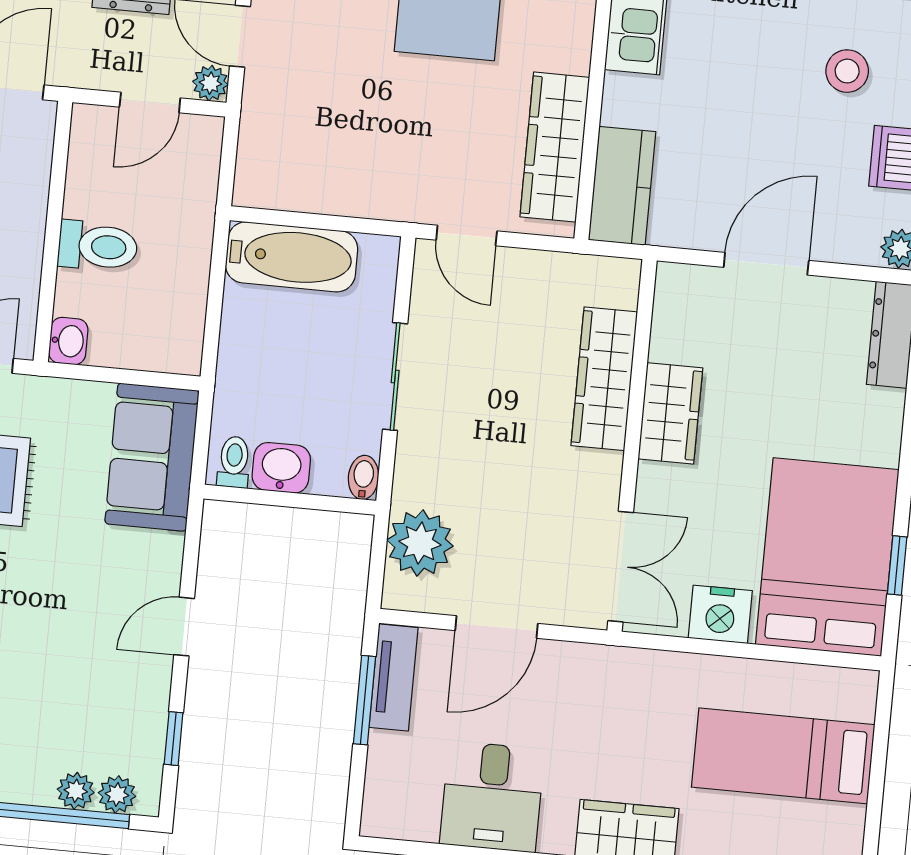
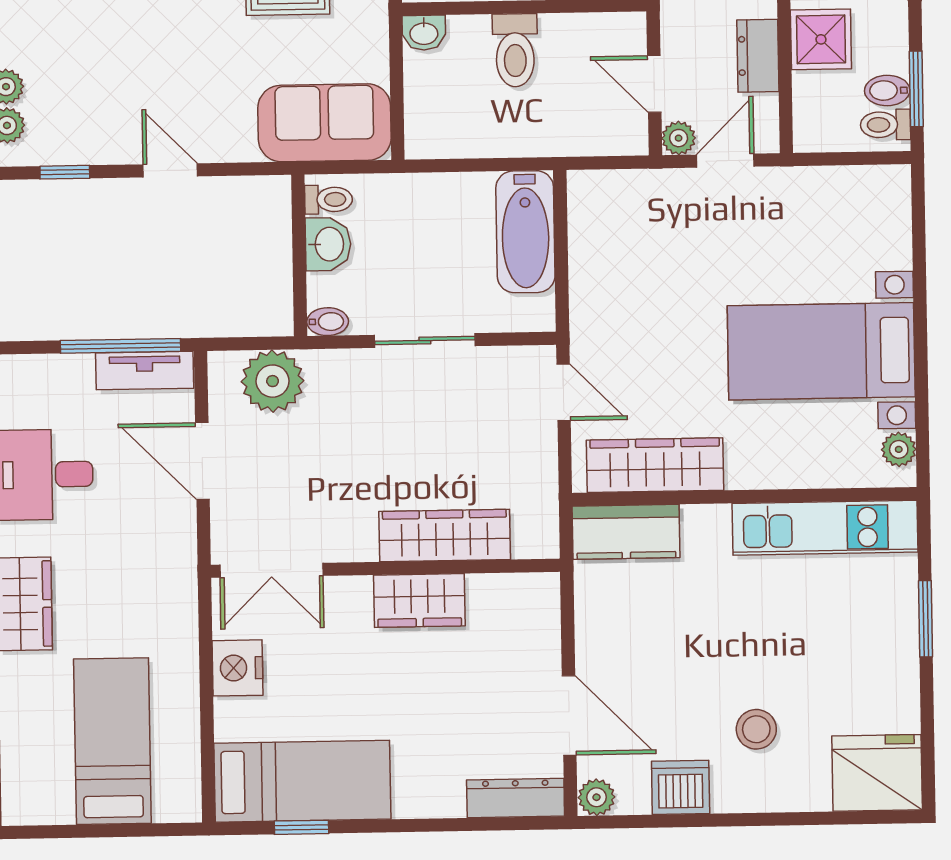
door: (467, 235) -> (564, 392), swing flipped
door: (766, 264) -> (569, 715), moved
bed: (827, 557) -> (302, 781), width x0.67
window: (364, 700) -> (121, 346), width x1.44

